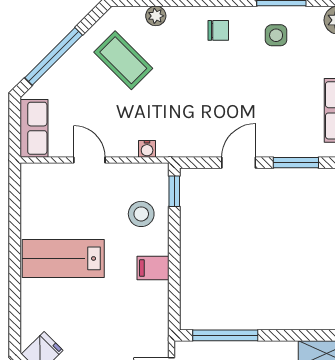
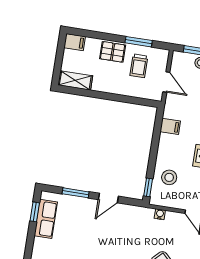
filing cabinet: (153, 268) -> (170, 126), moved
window: (225, 335) -> (132, 100), removed

